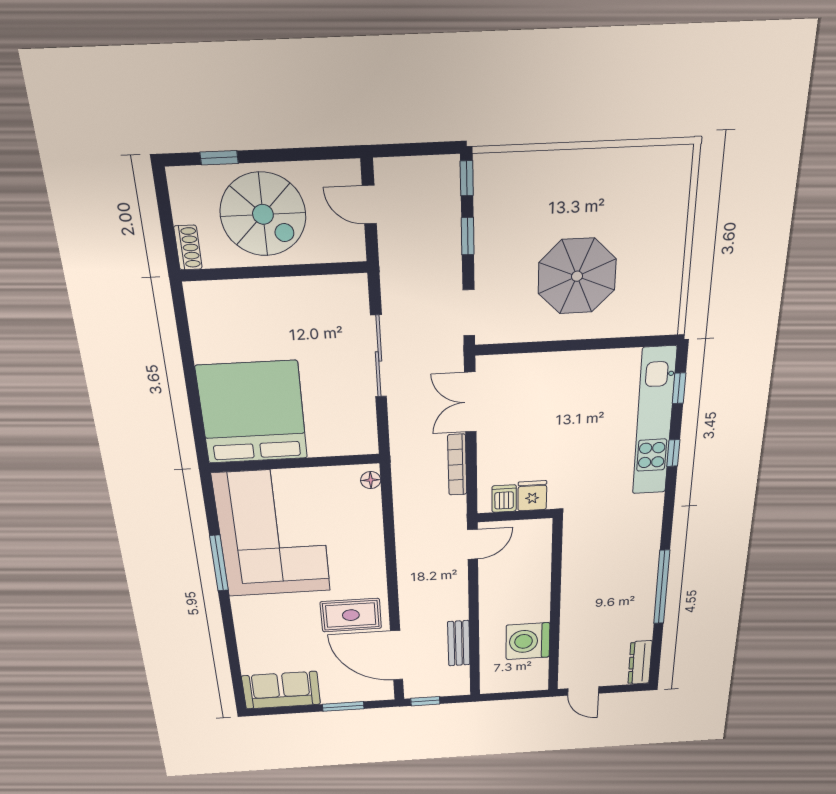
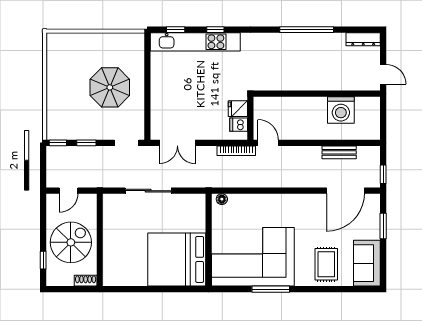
bookcase: (457, 465) -> (236, 151), moved
rug: (351, 615) -> (326, 264), moved
door: (583, 691) -> (383, 74), hinge flipped

